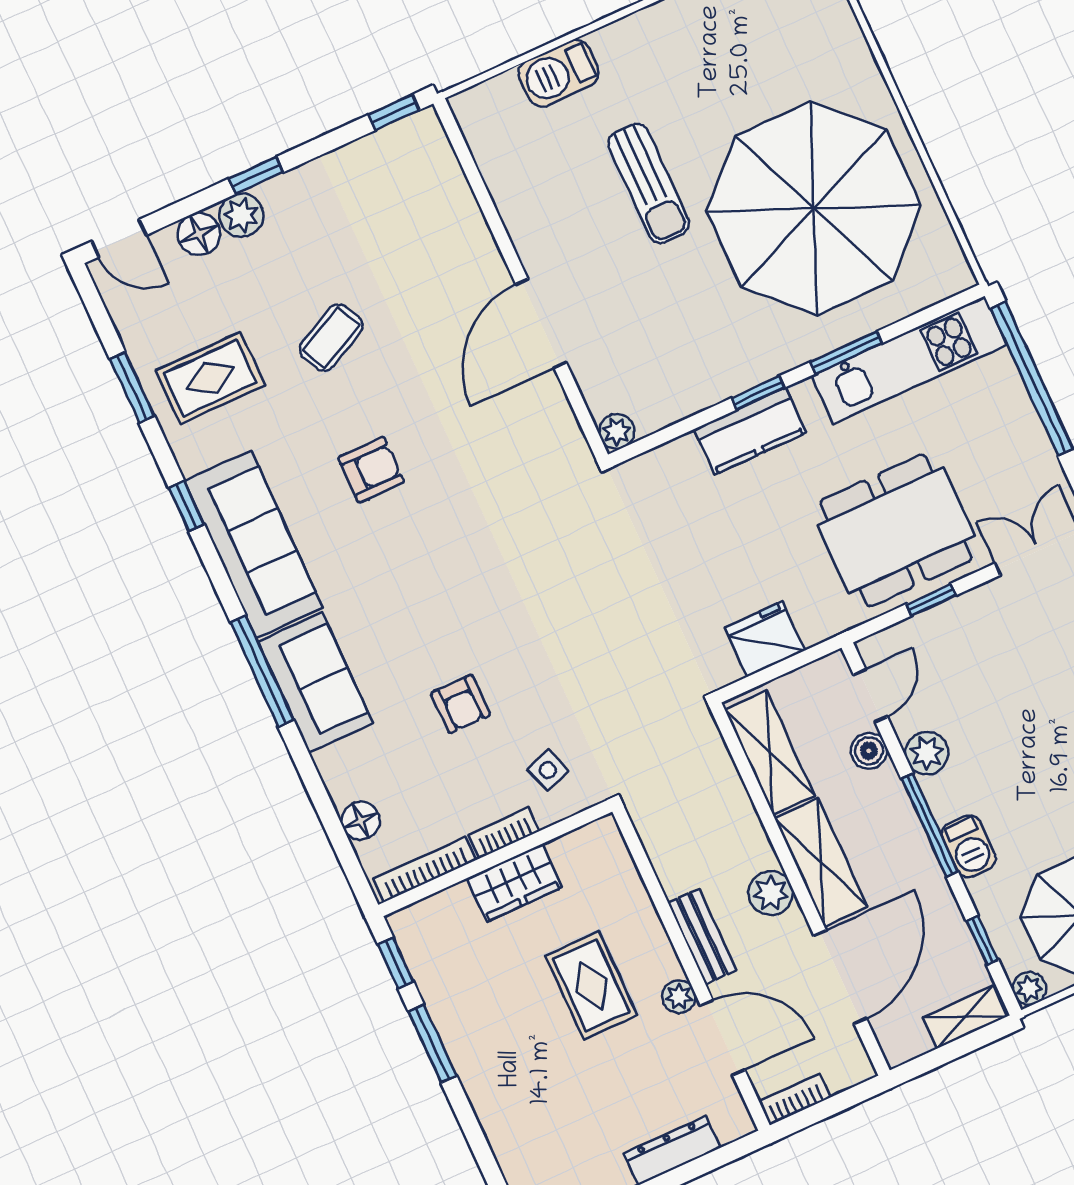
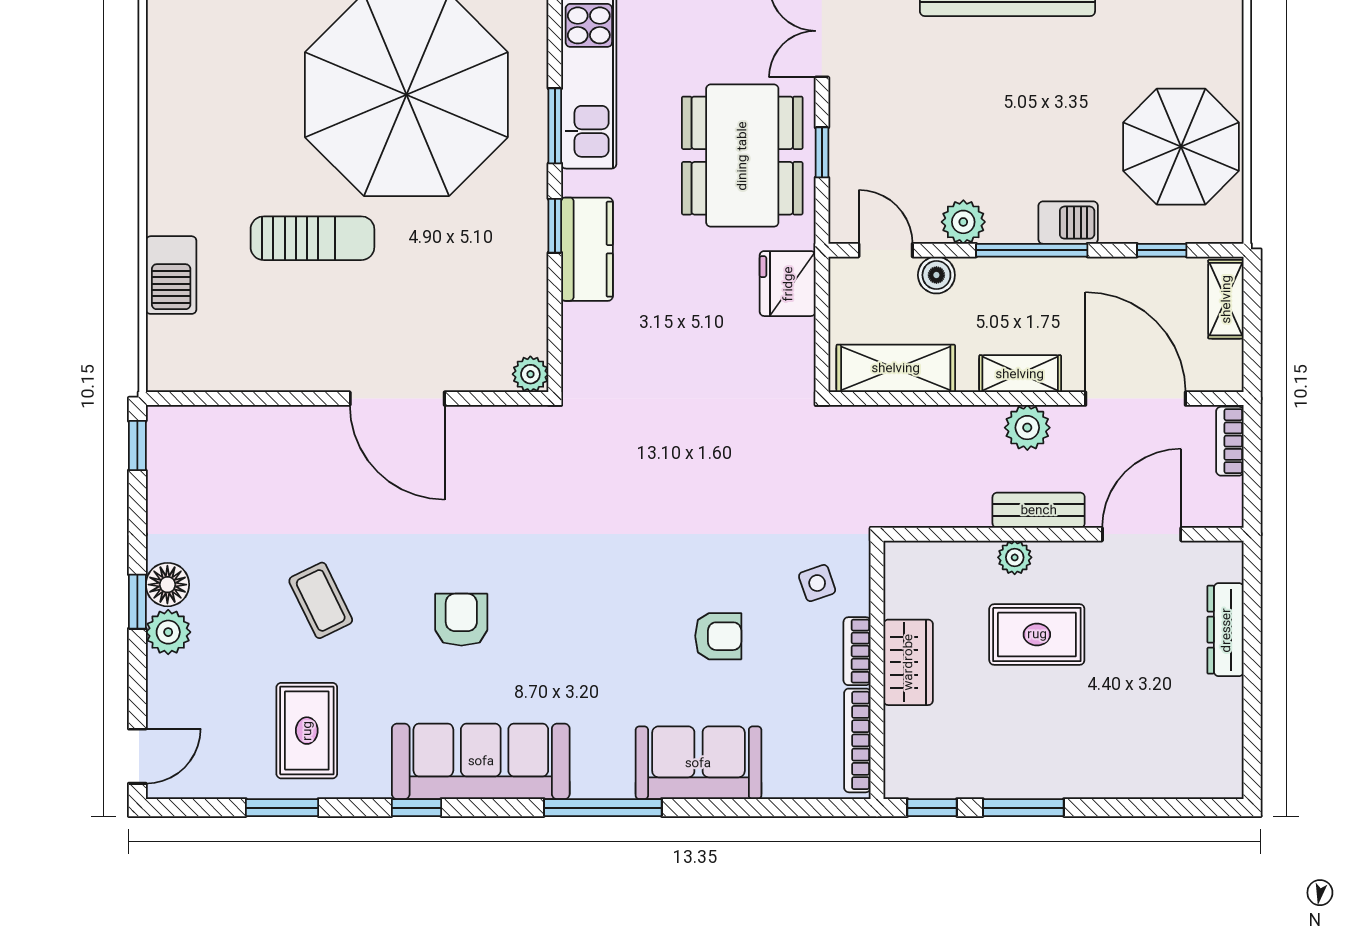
floor lamp: (199, 234) -> (167, 585), moved
fridge: (765, 639) -> (788, 284), moved
sofa: (315, 682) -> (698, 763), moved
floor lamp: (360, 821) -> (784, 780), removed
shelving: (821, 862) -> (1020, 374), width x0.67, depth x0.75
plant: (1029, 988) -> (1227, 227), removed
plant: (679, 997) -> (1015, 557), moved
bookcase: (795, 1099) -> (1230, 441), moved

